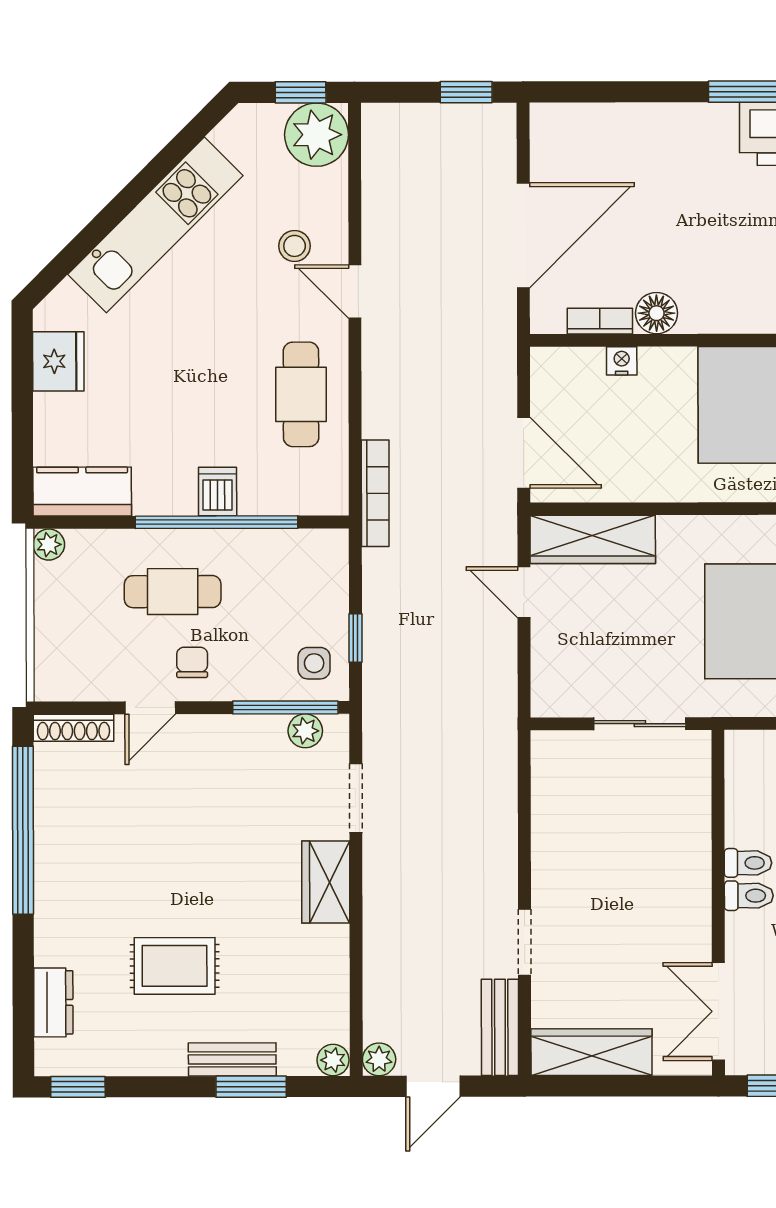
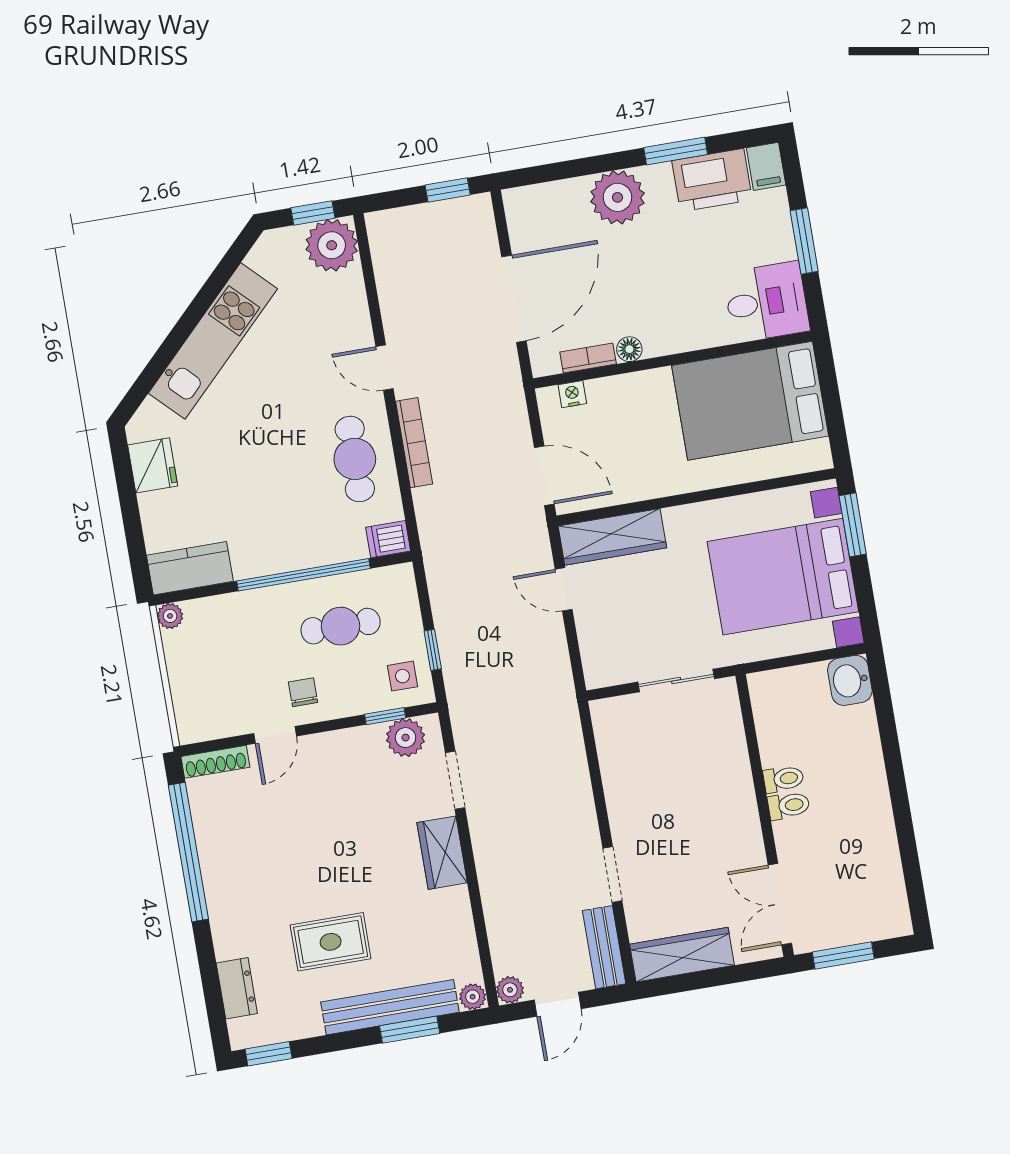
plant: (667, 135) -> (617, 197), added
stool: (295, 246) -> (329, 339), removed
floor lamp: (656, 313) -> (629, 349), width x0.73, depth x0.73
nightstand: (622, 361) -> (572, 394), moved
dishwasher: (218, 492) -> (388, 539), moved, turned -90
bookcase: (375, 493) -> (414, 443), moved
cafe table: (173, 592) -> (341, 626), moved
window: (285, 707) -> (385, 716), width x0.46
plant: (305, 731) -> (406, 738), width x1.38, depth x1.38
bench: (232, 1059) -> (390, 1007), width x1.86, depth x1.21

